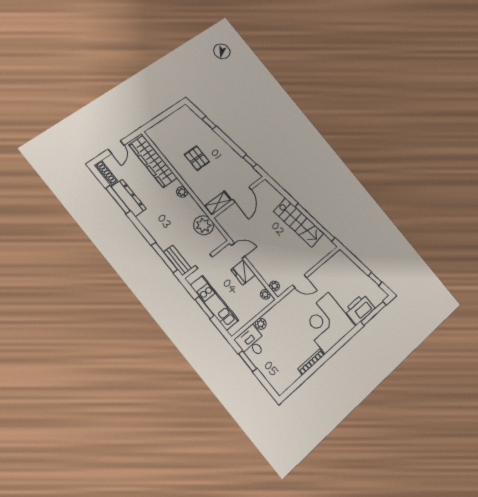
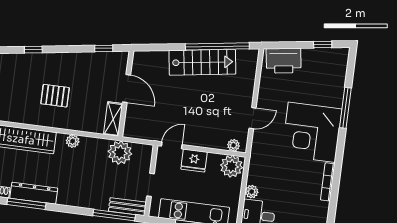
plant: (265, 294) -> (231, 166), width x1.88, depth x1.88
printer: (360, 309) -> (284, 61), moved, turned -98
window: (374, 313) -> (345, 108), moved

